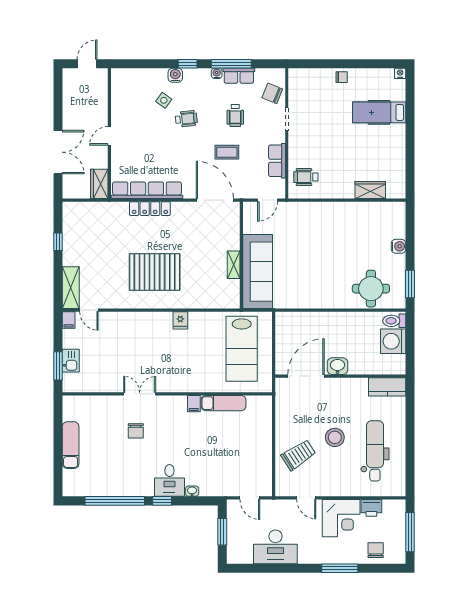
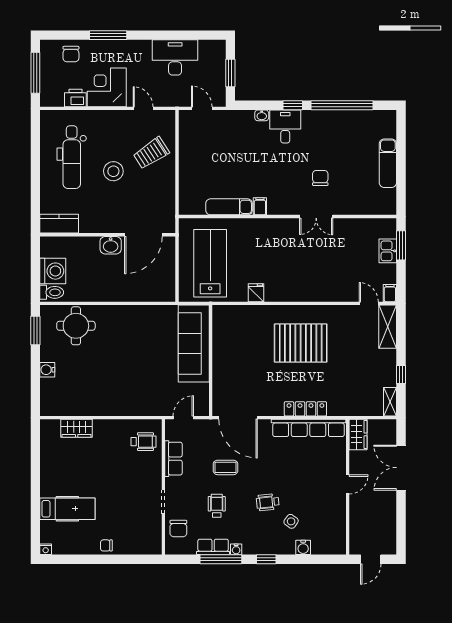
water cooler: (175, 75) -> (303, 547), moved
chair: (272, 93) -> (178, 529), turned 68
shelving: (234, 265) -> (390, 402), moved
fridge: (180, 320) -> (256, 293), moved

